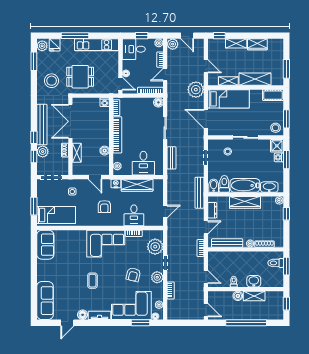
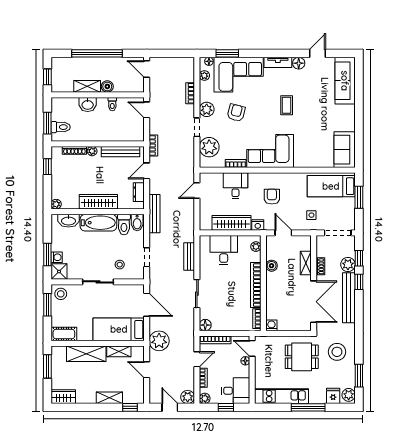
wardrobe: (257, 44) -> (63, 397), moved
window: (286, 214) -> (47, 167), moved

